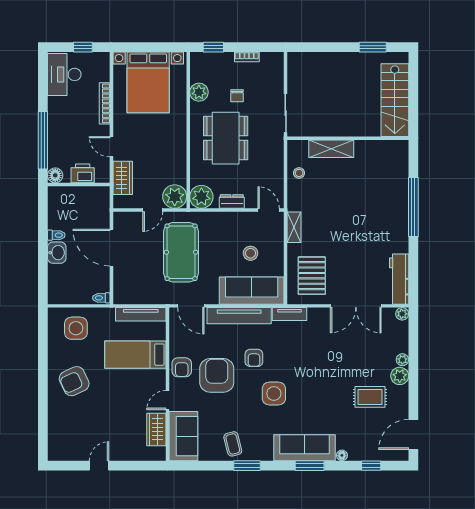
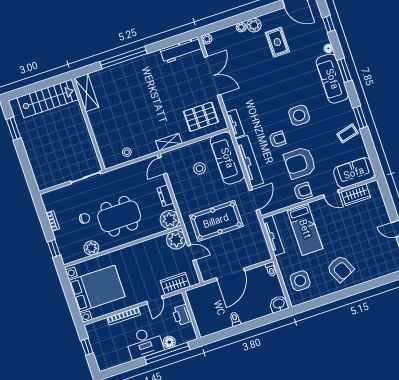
desk: (64, 74) -> (144, 343), moved
shelving: (331, 149) -> (87, 93), moved
floor lamp: (55, 175) -> (169, 342), moved
washbasin: (57, 253) -> (279, 304), moved

